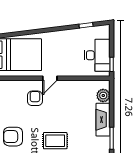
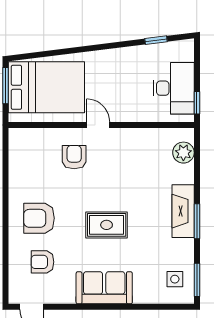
door: (50, 78) -> (98, 125), swing flipped
fireplace: (103, 120) -> (183, 211), moved

